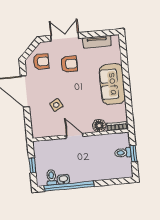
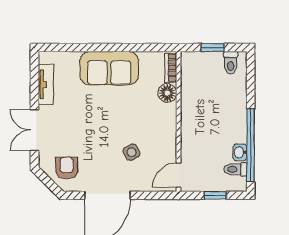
armchair: (69, 64) -> (74, 128), removed
door: (75, 136) -> (179, 175), moved
toilet: (123, 153) -> (231, 63), moved

